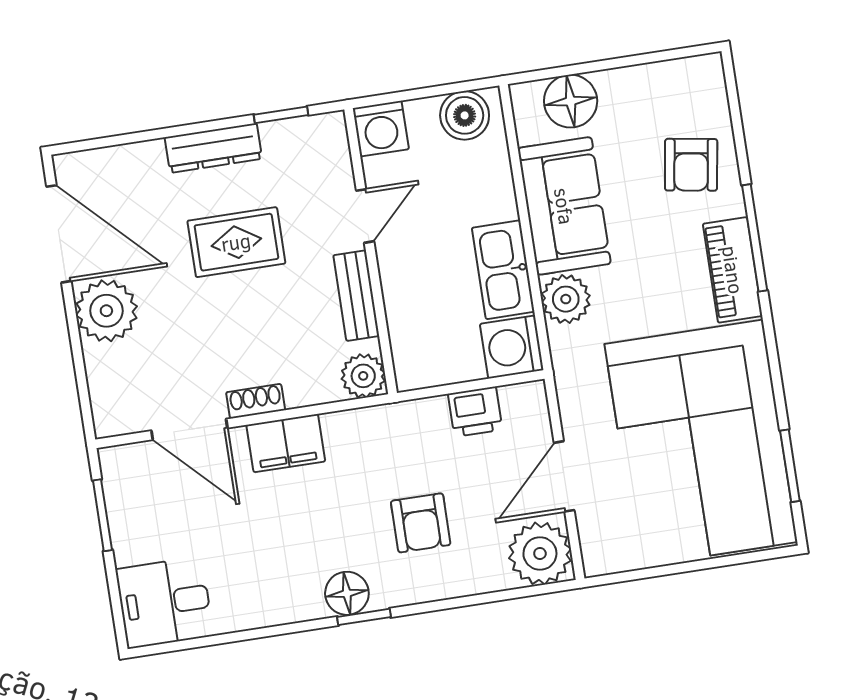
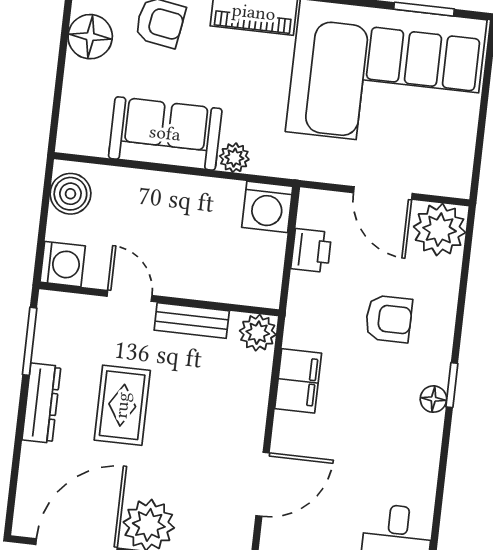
floor lamp: (571, 101) -> (90, 37), moved
window: (281, 115) -> (30, 341), width x1.50
kitchen sink: (503, 270) -> (203, 197), removed
plant: (566, 299) -> (234, 158), width x0.73, depth x0.73
shoe rack: (256, 401) -> (254, 425), removed
filing cabinet: (286, 443) -> (298, 381), moved
floor lamp: (347, 593) -> (433, 399), width x0.73, depth x0.73

